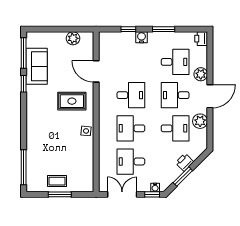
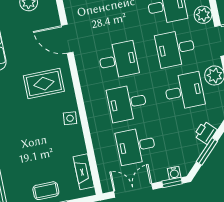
fireplace: (88, 173) -> (84, 172), added

